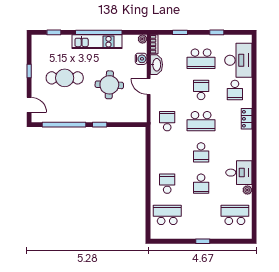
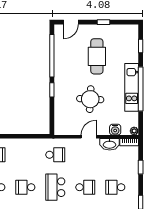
school desk: (201, 59) -> (115, 187), width x0.54

